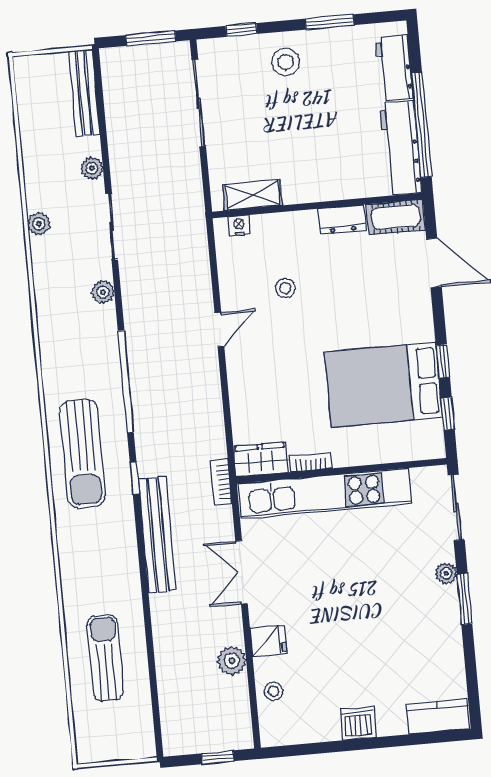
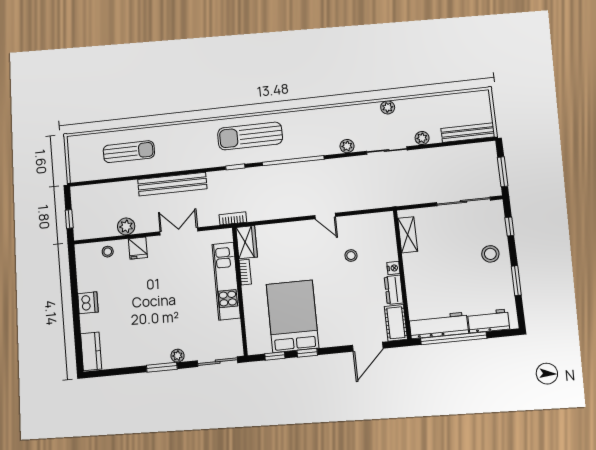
nightstand: (239, 226) -> (393, 268), moved
kitchen unit: (325, 493) -> (226, 281), width x0.73
bench: (157, 534) -> (172, 184), moved

